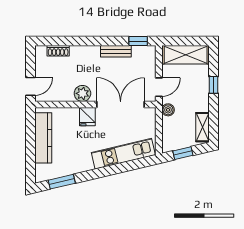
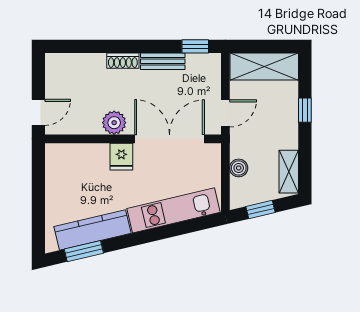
shoe rack: (58, 51) -> (123, 61), moved
boiler: (168, 110) -> (239, 168), moved
kitchen counter: (43, 138) -> (93, 230), moved, turned -103

